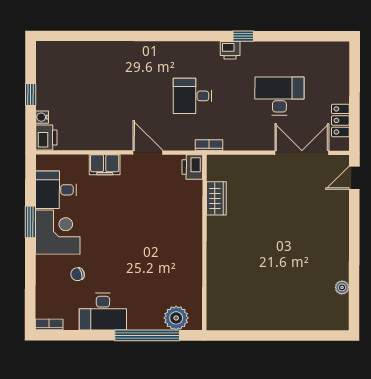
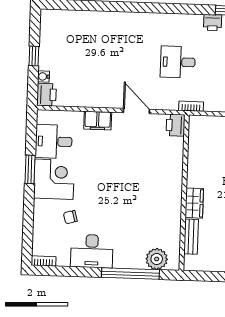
wardrobe: (216, 198) -> (194, 203), moved
bench: (214, 292) -> (191, 237), added

